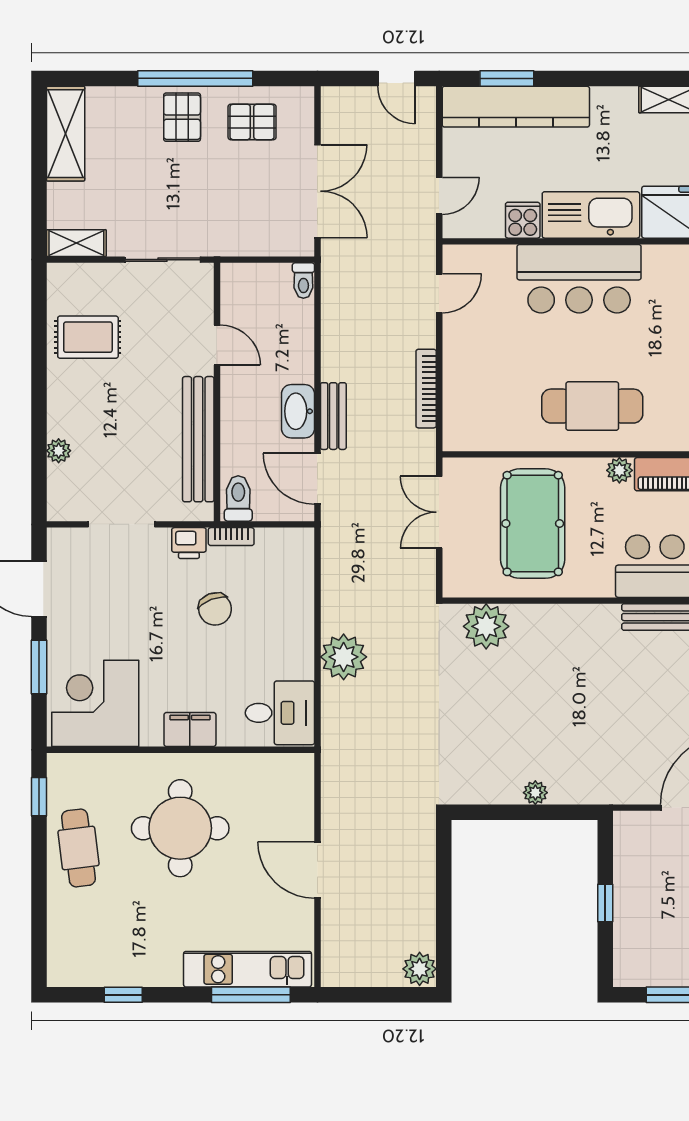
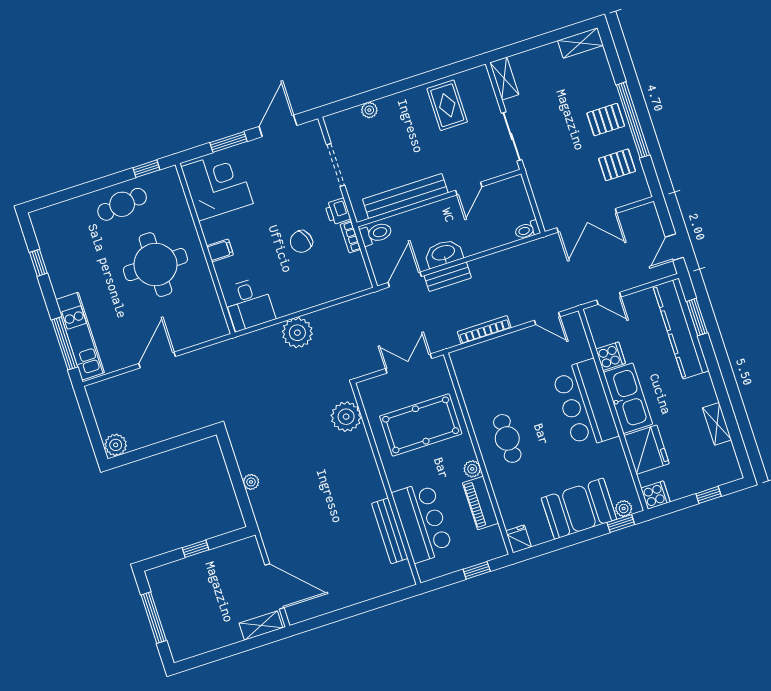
pallet: (252, 122) -> (617, 165), turned 90
shelving: (66, 134) -> (580, 43), width x0.67, depth x0.75
cafe table: (592, 406) -> (507, 438), width x0.73, depth x0.74
filing cabinet: (190, 730) -> (220, 250), width x0.50

